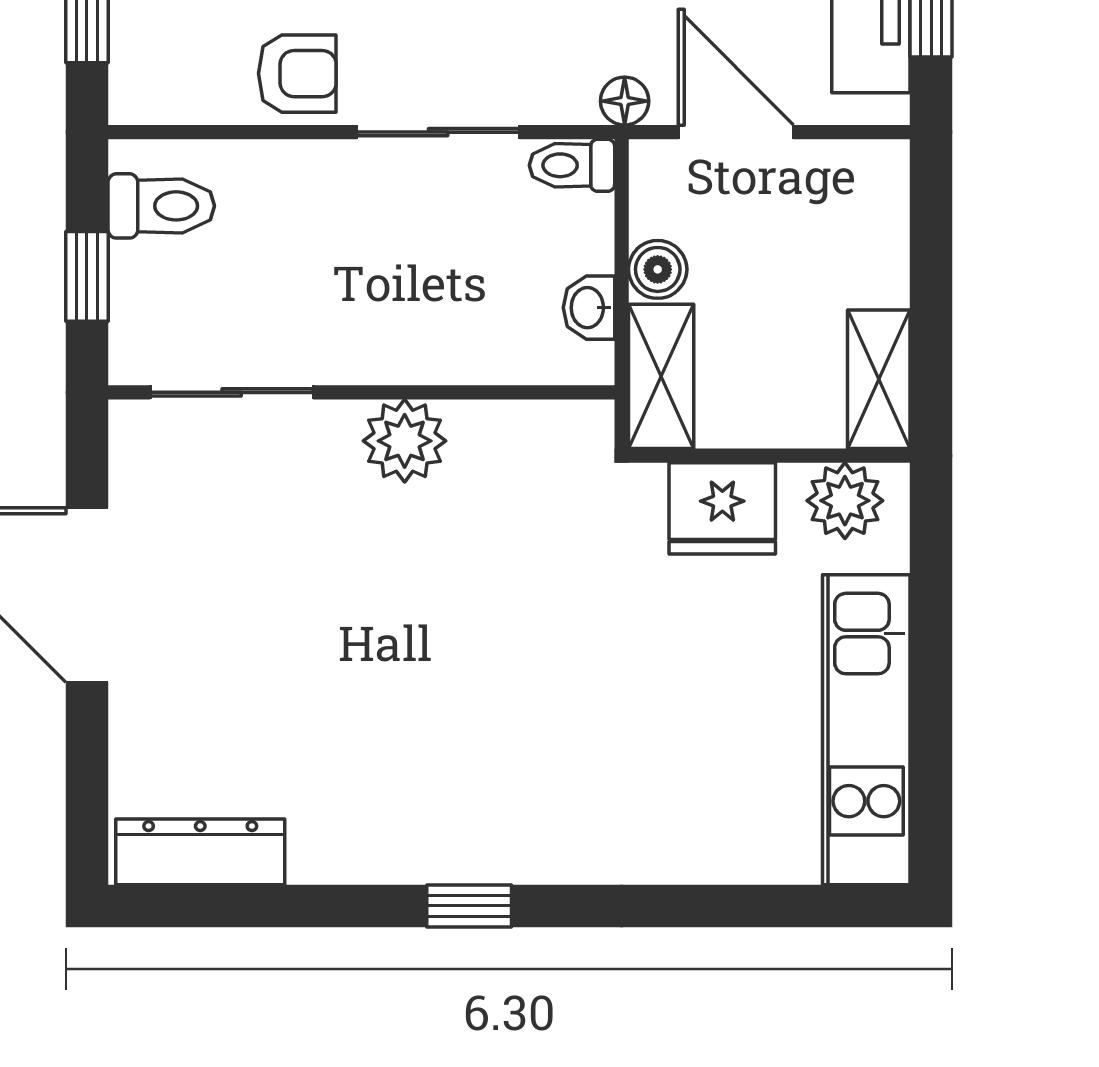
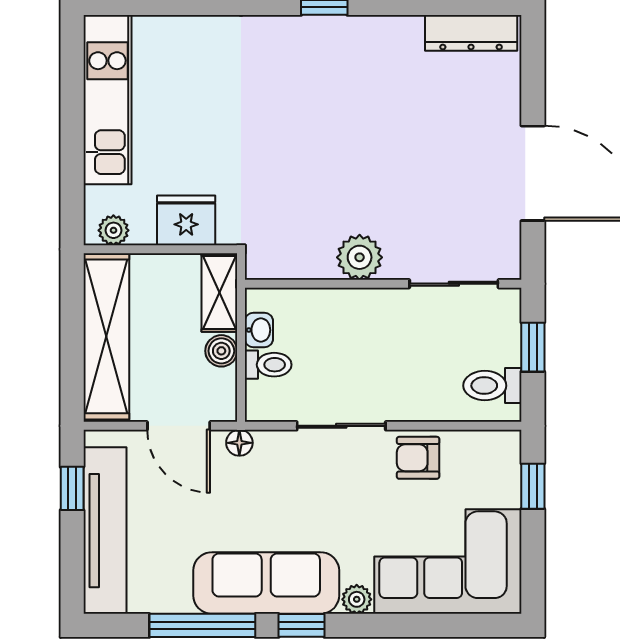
toilet: (572, 165) -> (268, 365), moved
shelving: (879, 379) -> (106, 336), width x2.20, depth x1.33
plant: (845, 501) -> (113, 230), width x0.73, depth x0.73

